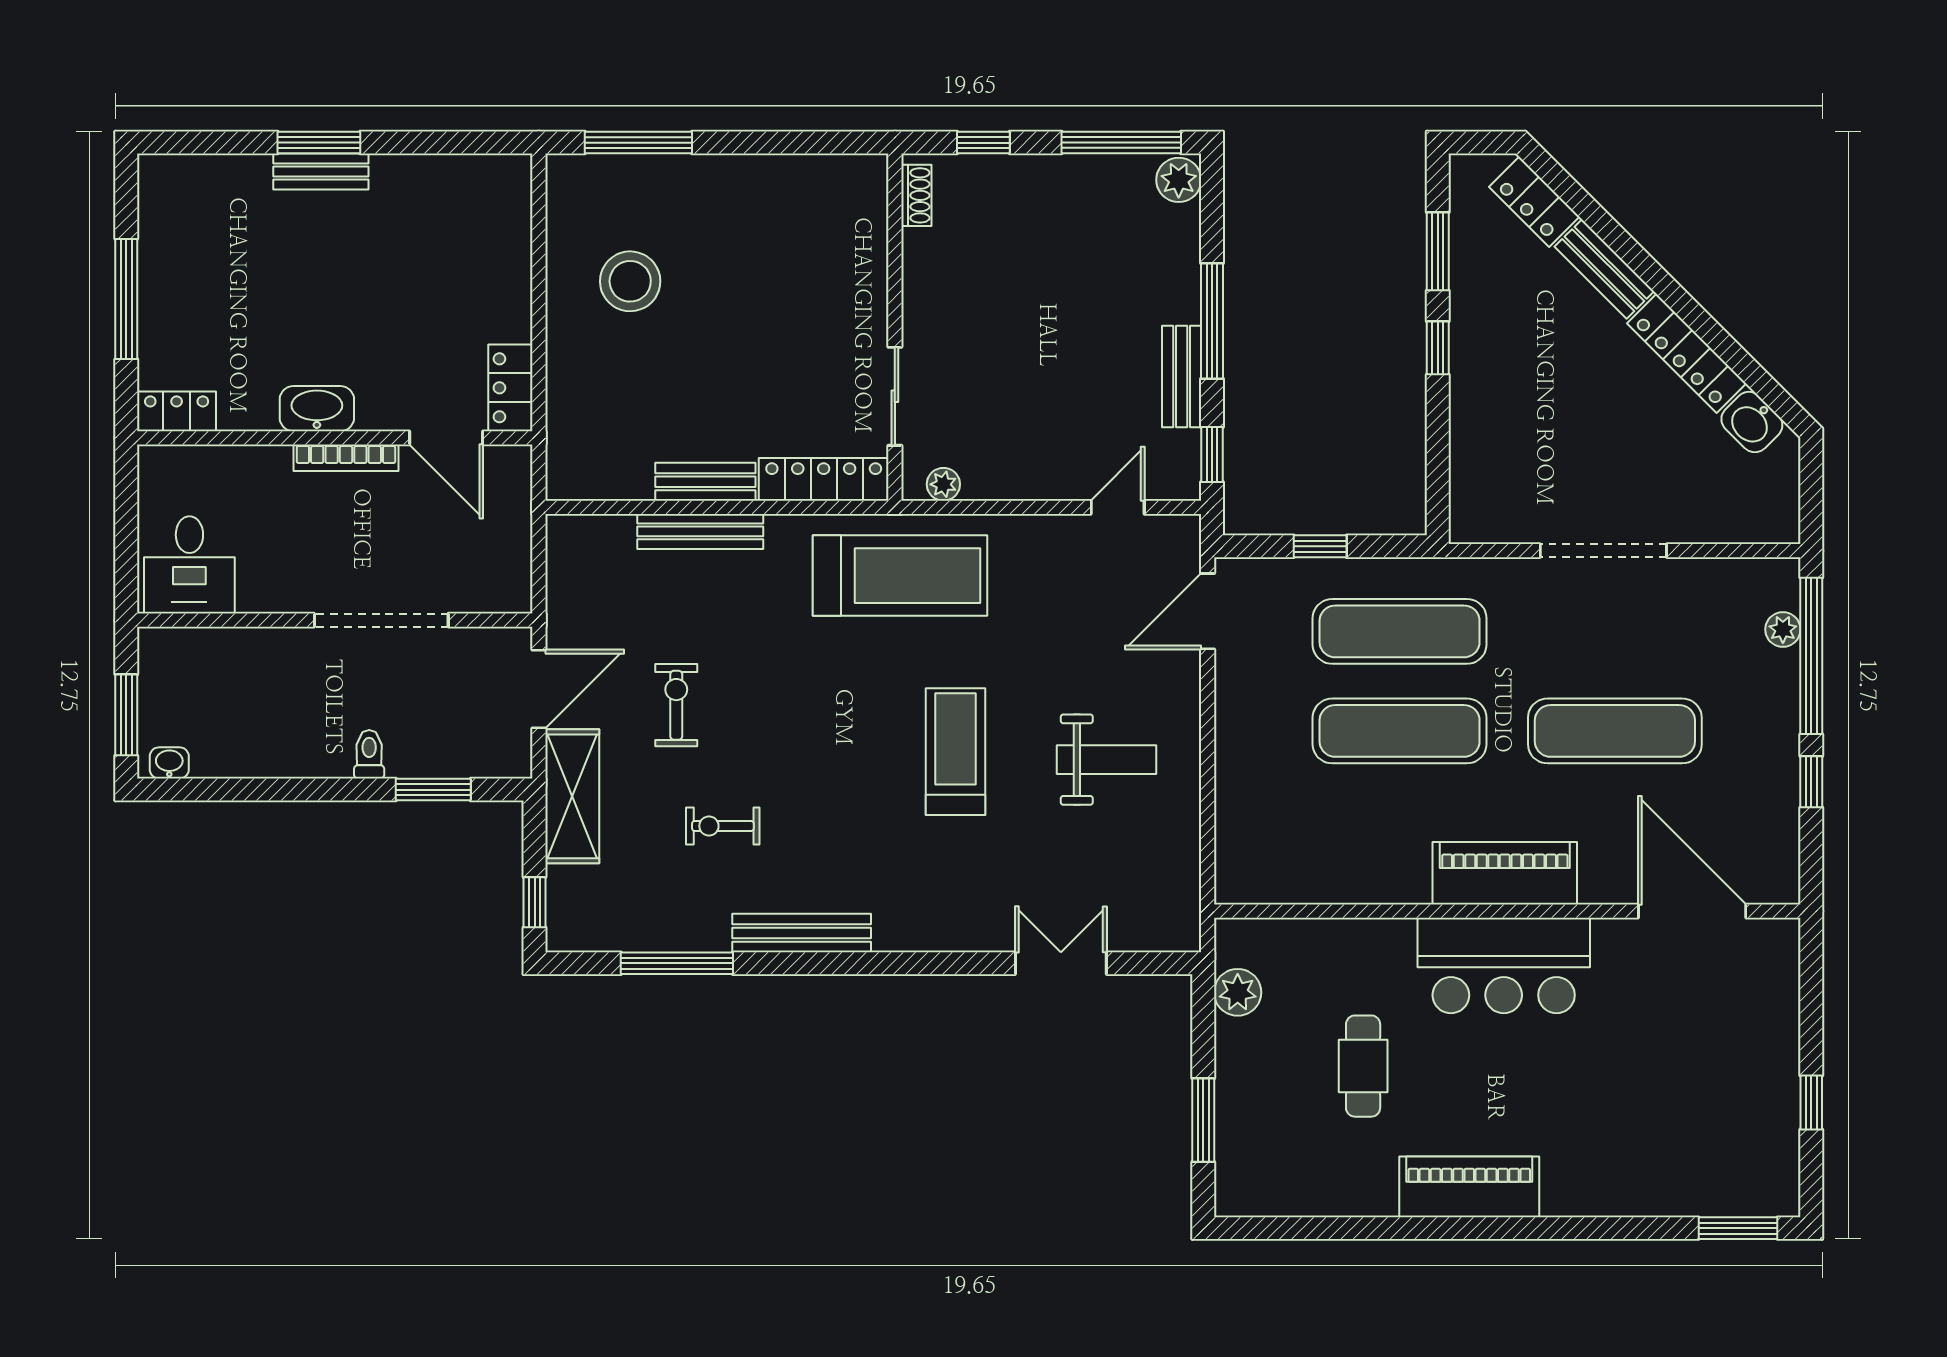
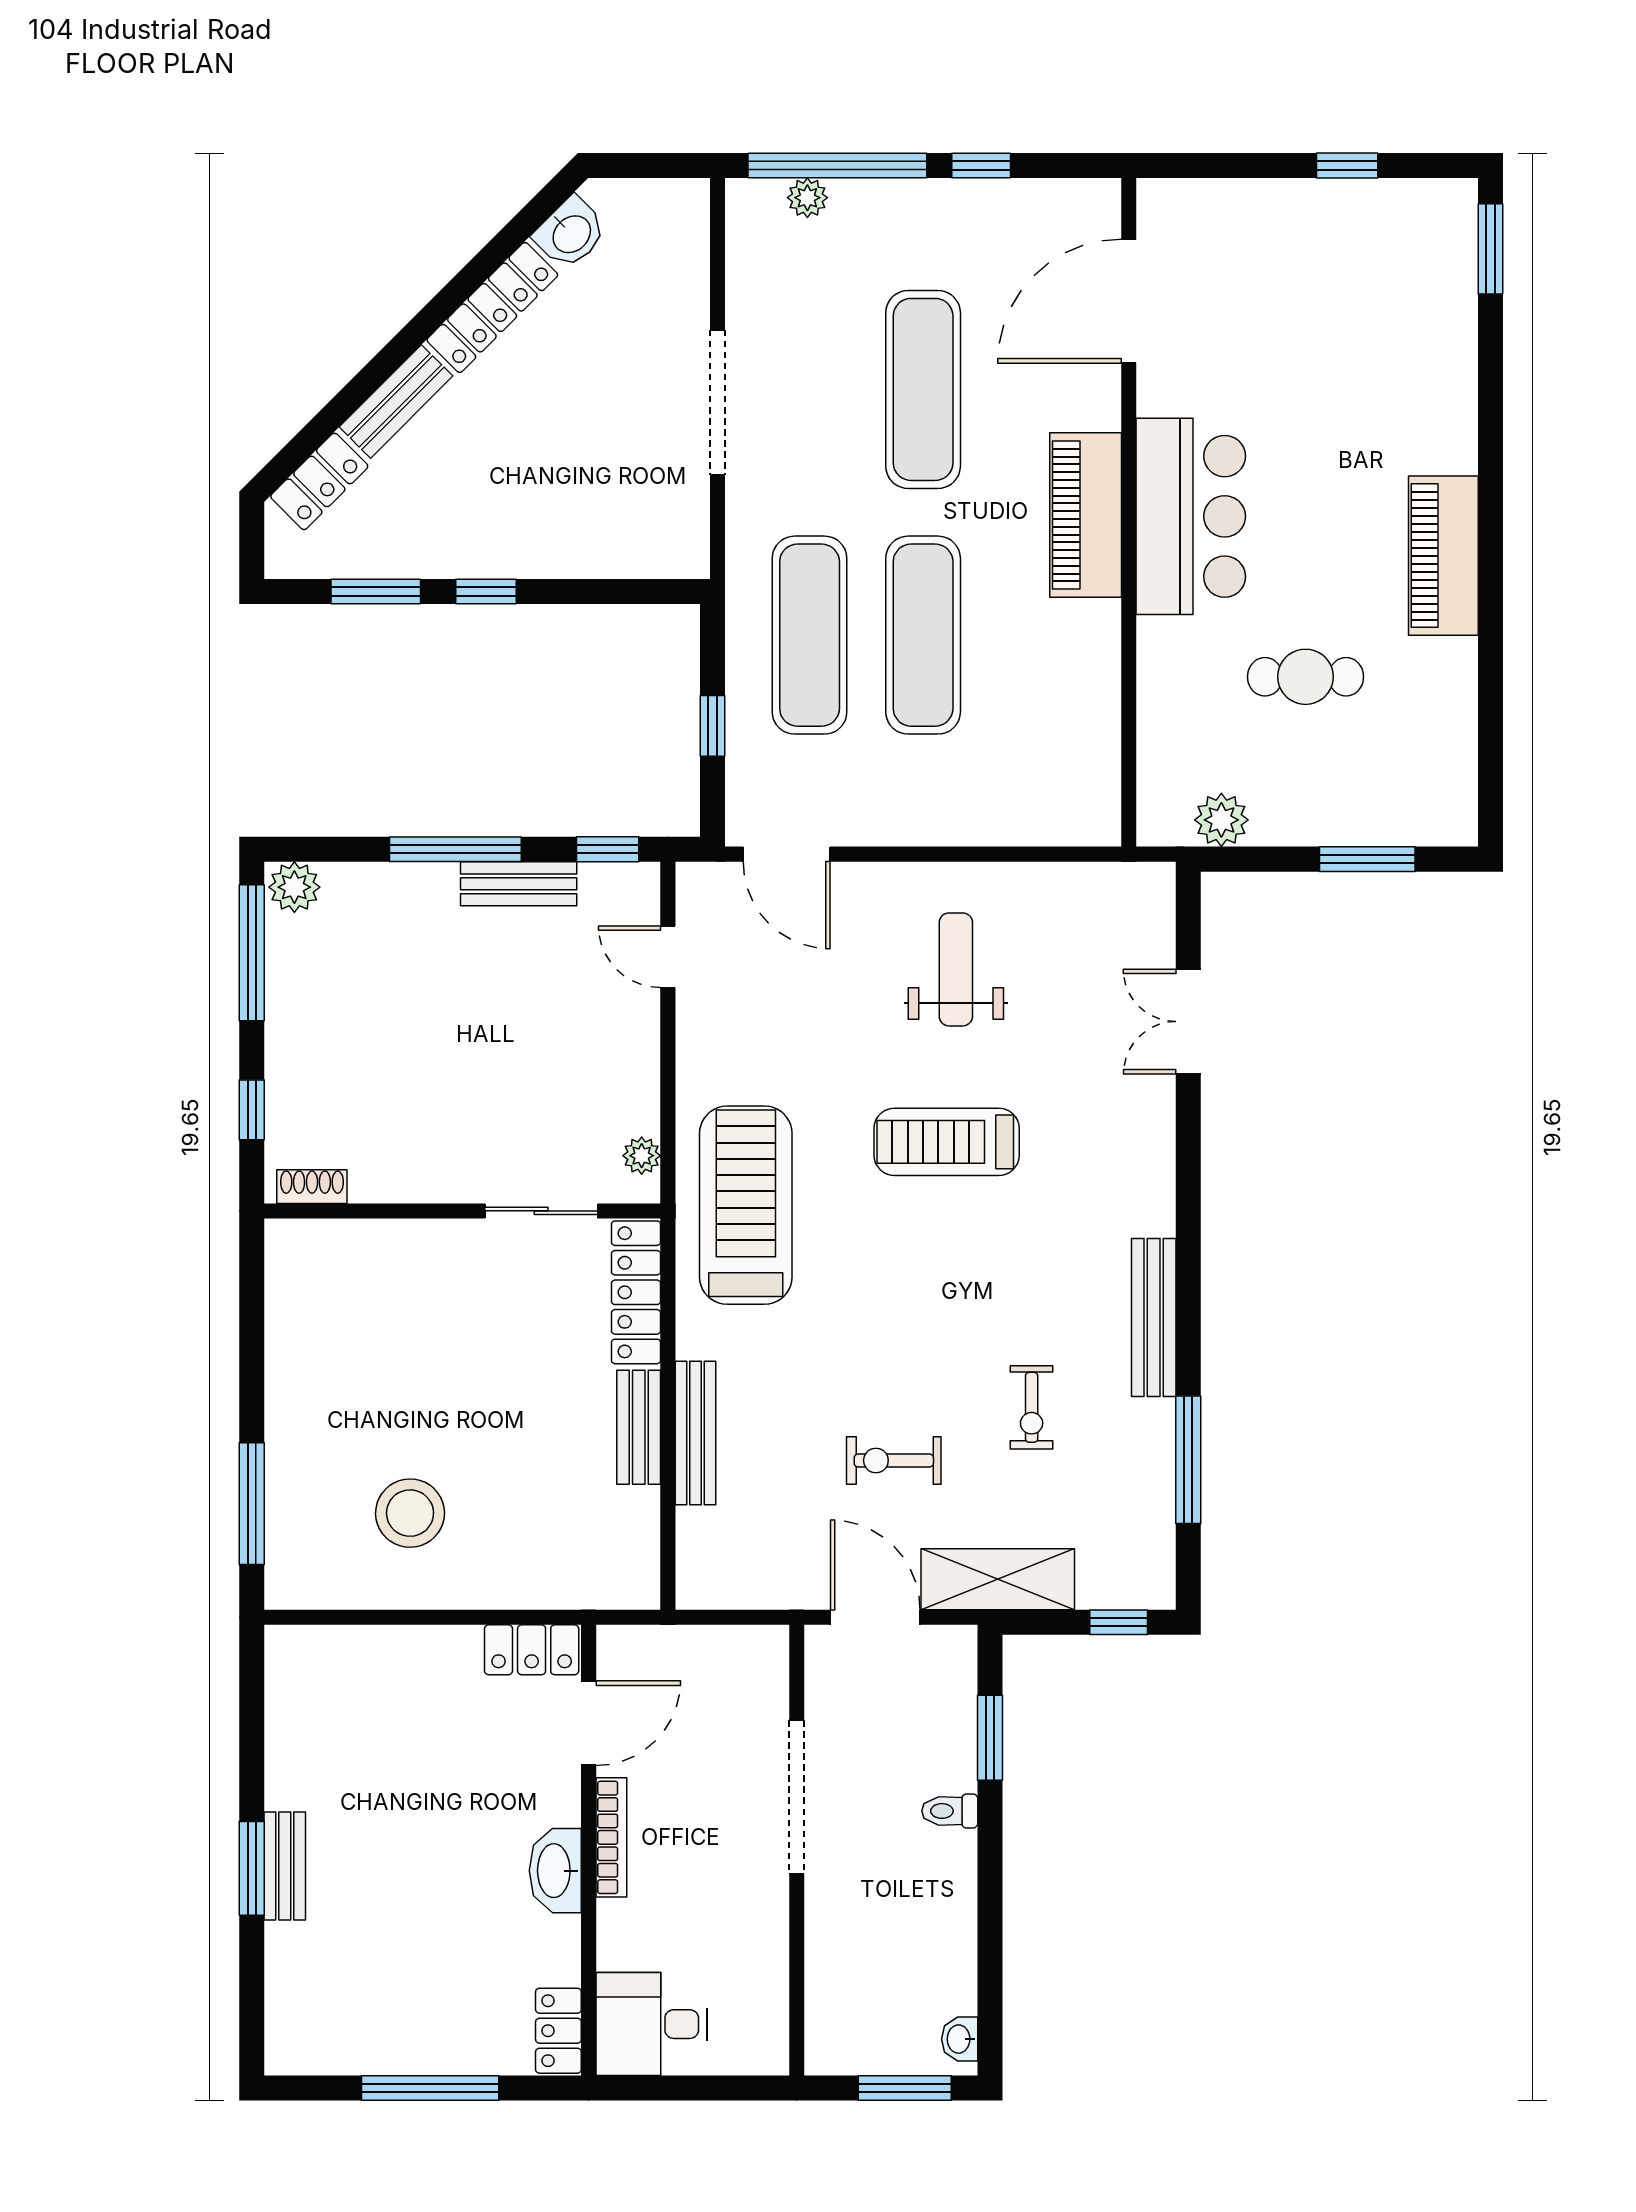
desk: (189, 565) -> (652, 2024), moved, turned 180

